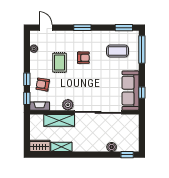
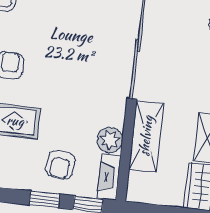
plant: (68, 105) -> (110, 140), moved

